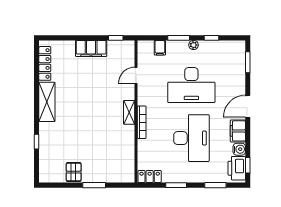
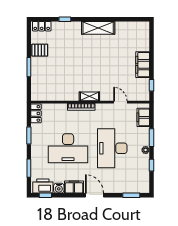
filing cabinet: (160, 48) -> (143, 117), width x2.00
locker: (45, 63) -> (42, 26), moved, width x0.66

